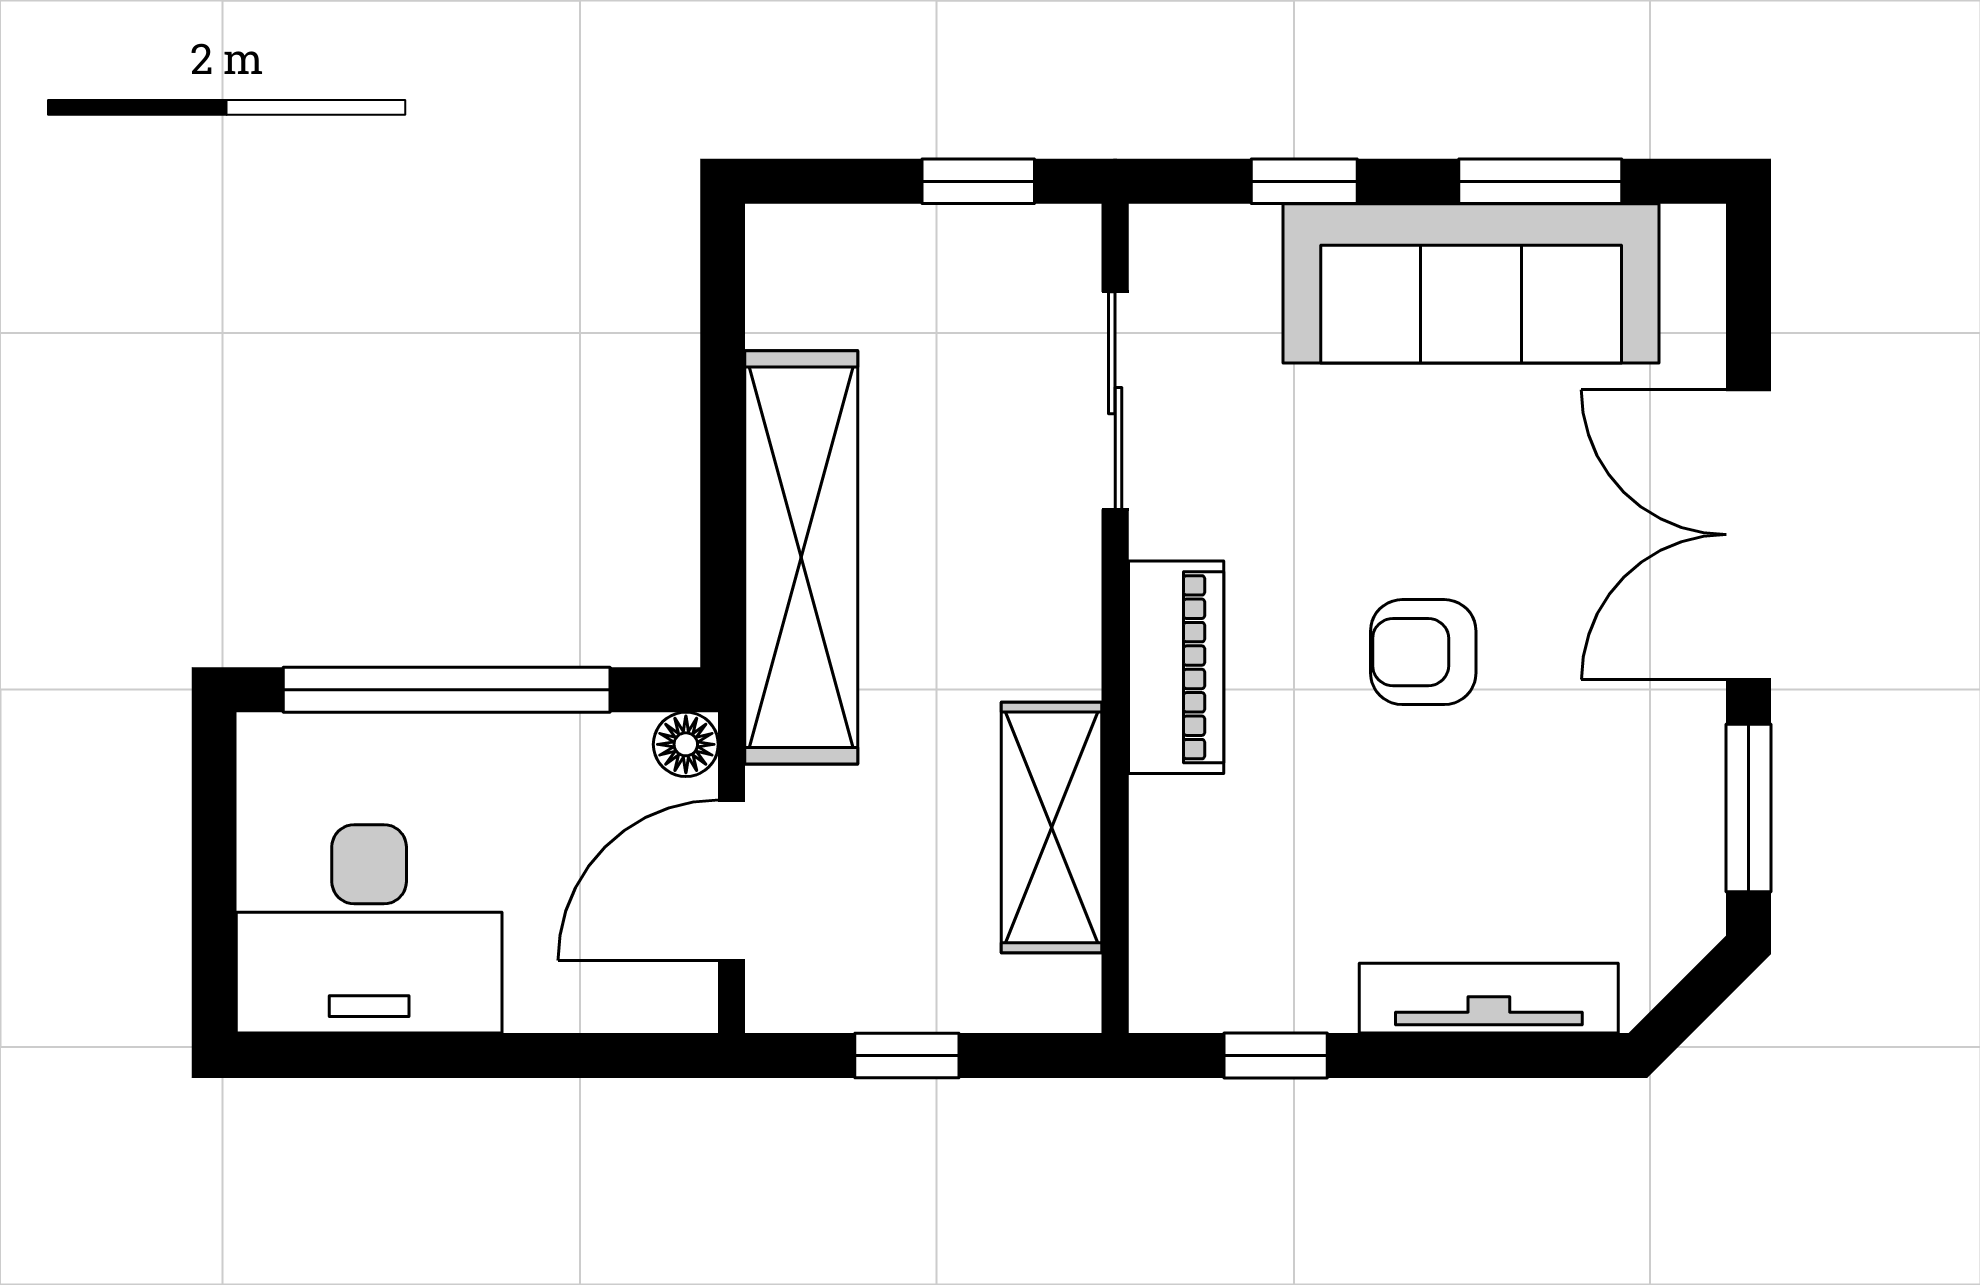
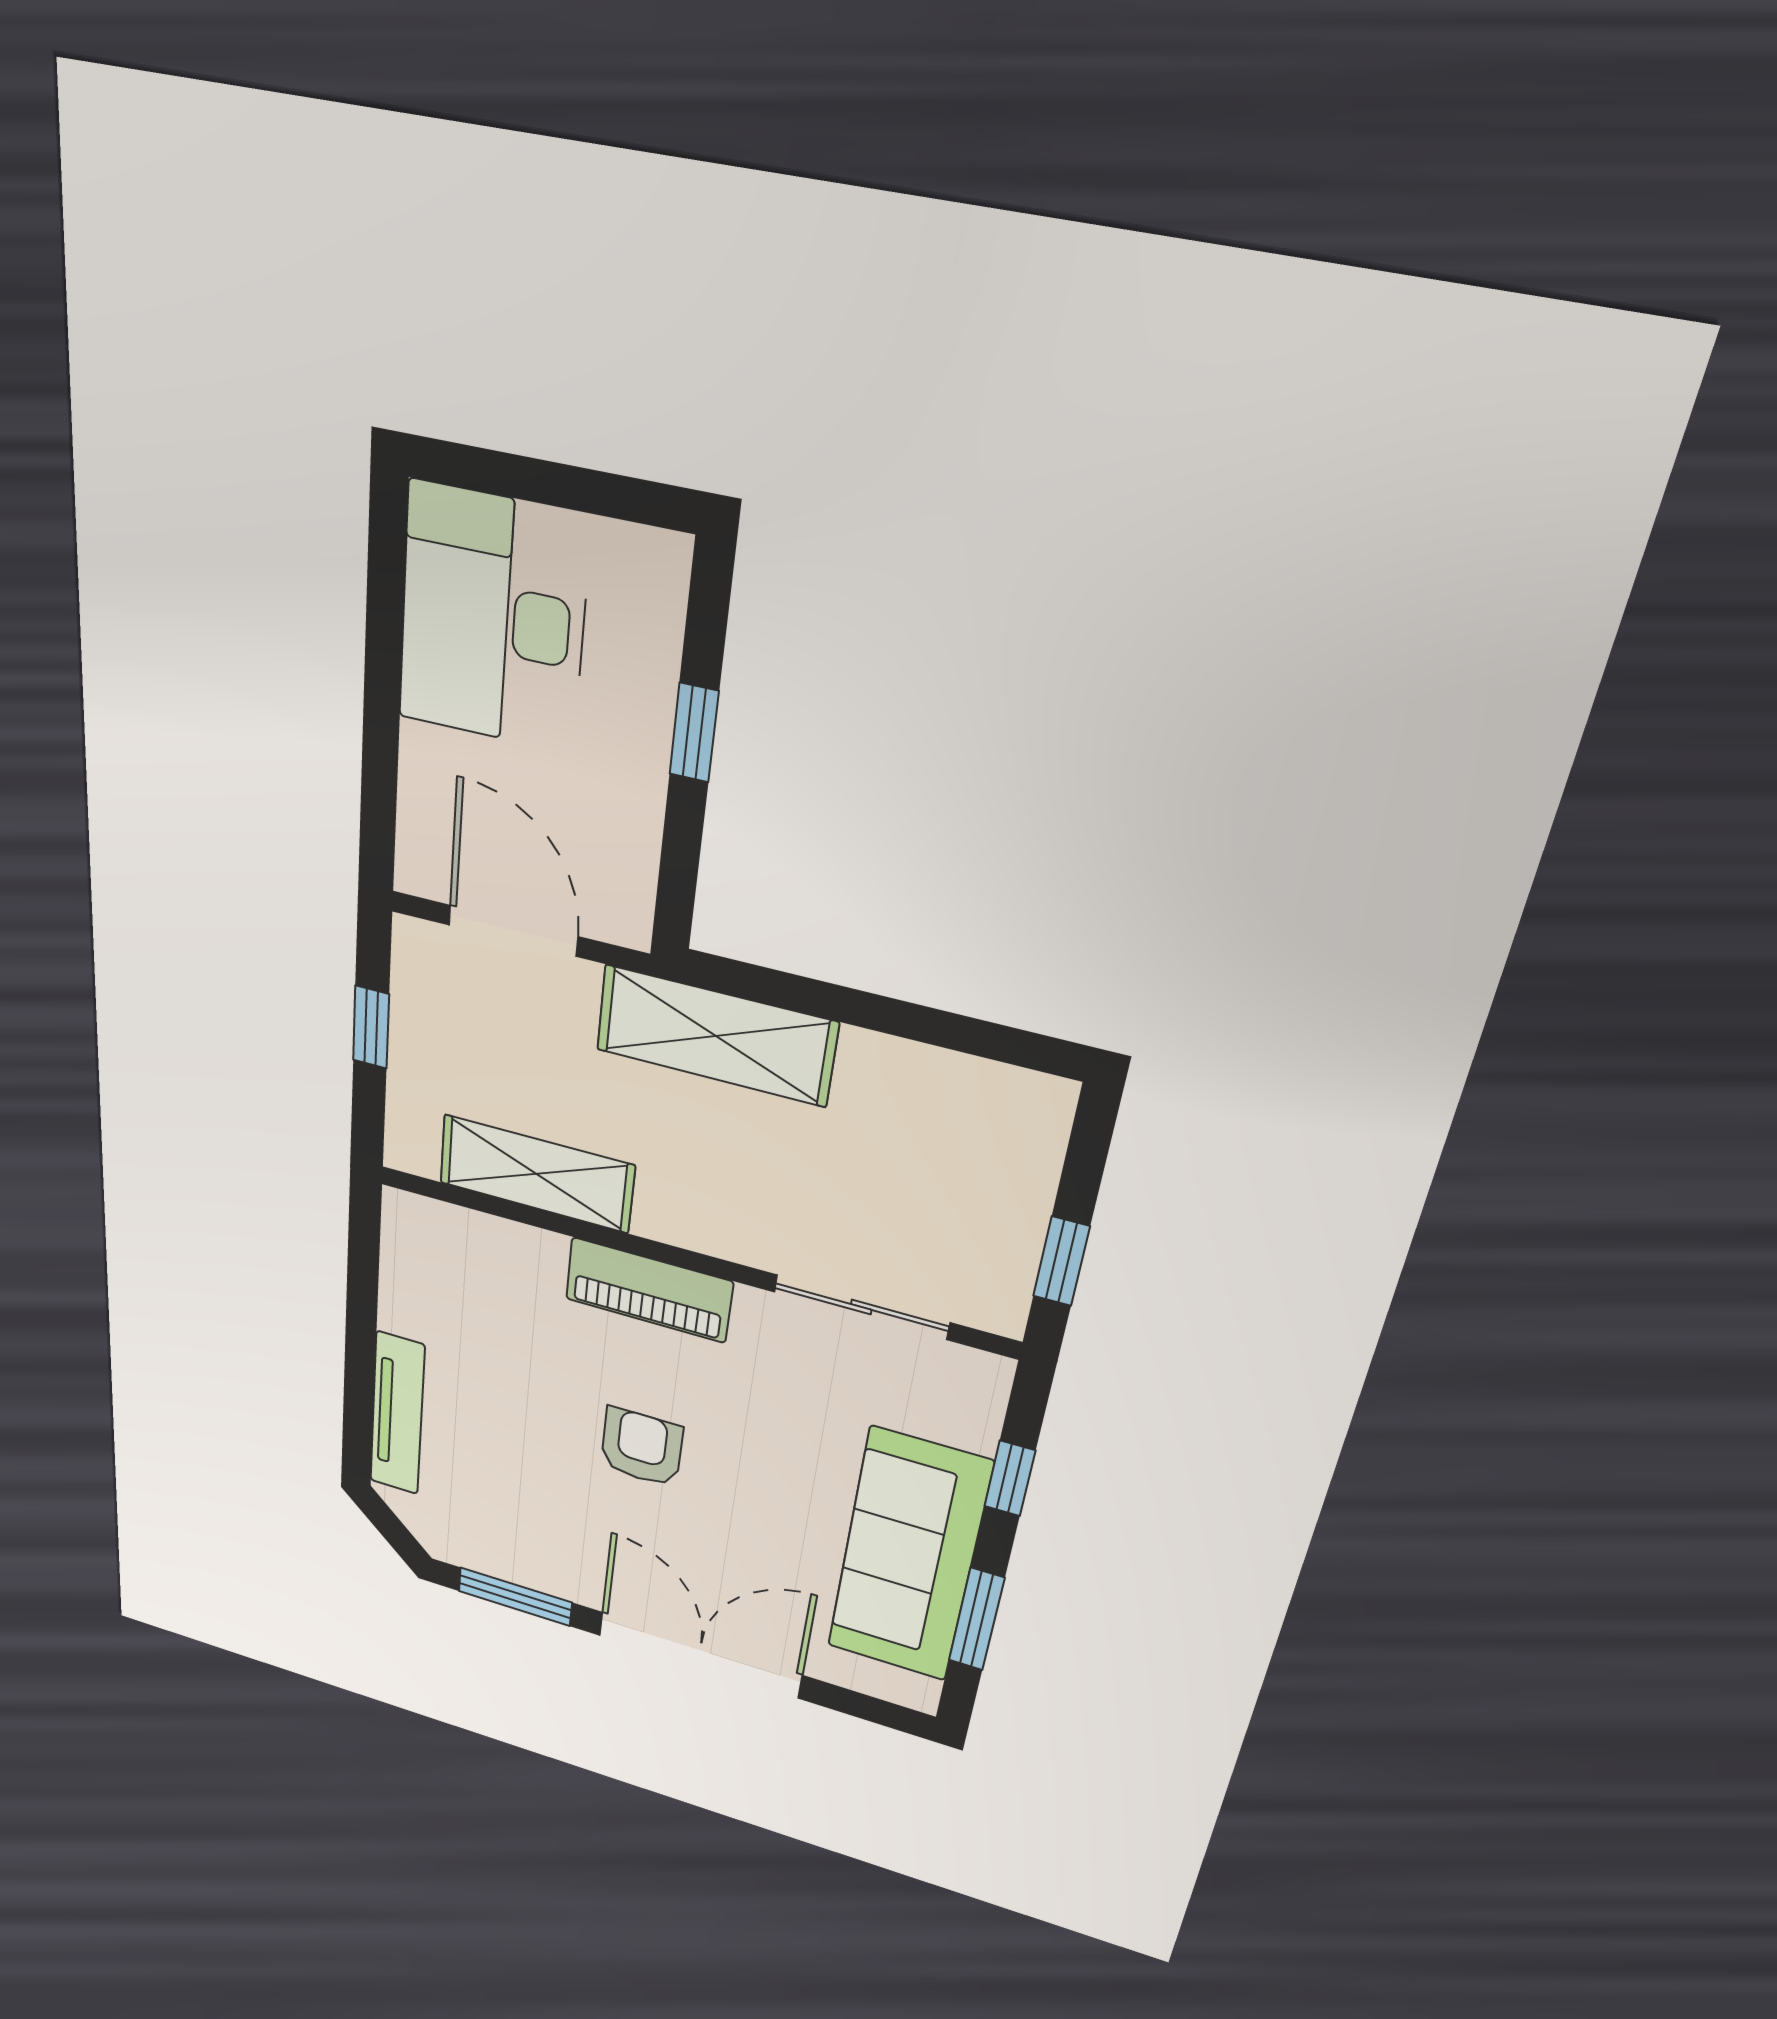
shelving: (801, 557) -> (716, 1036), width x0.68
window: (447, 690) -> (694, 733), width x0.32
floor lamp: (686, 744) -> (626, 922), removed
window: (1276, 1056) -> (363, 1274), removed

